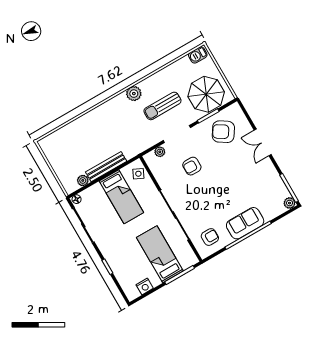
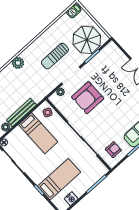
plant: (134, 94) -> (18, 63), moved
armchair: (223, 132) -> (106, 66), removed
armchair: (192, 166) -> (88, 98), width x1.88, depth x1.88
bed: (160, 254) -> (59, 179), moved, turned 90

